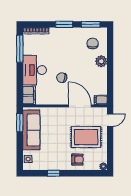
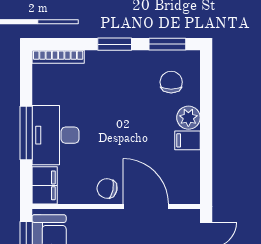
window: (20, 49) -> (26, 133), moved
chair: (62, 78) -> (107, 188), moved
filing cabinet: (101, 100) -> (187, 140), moved

